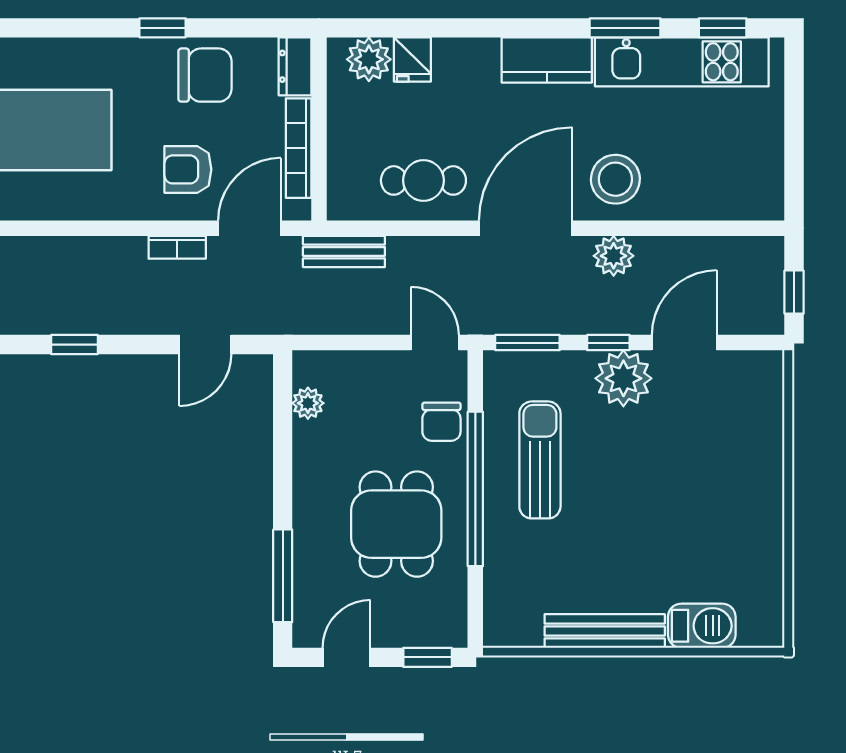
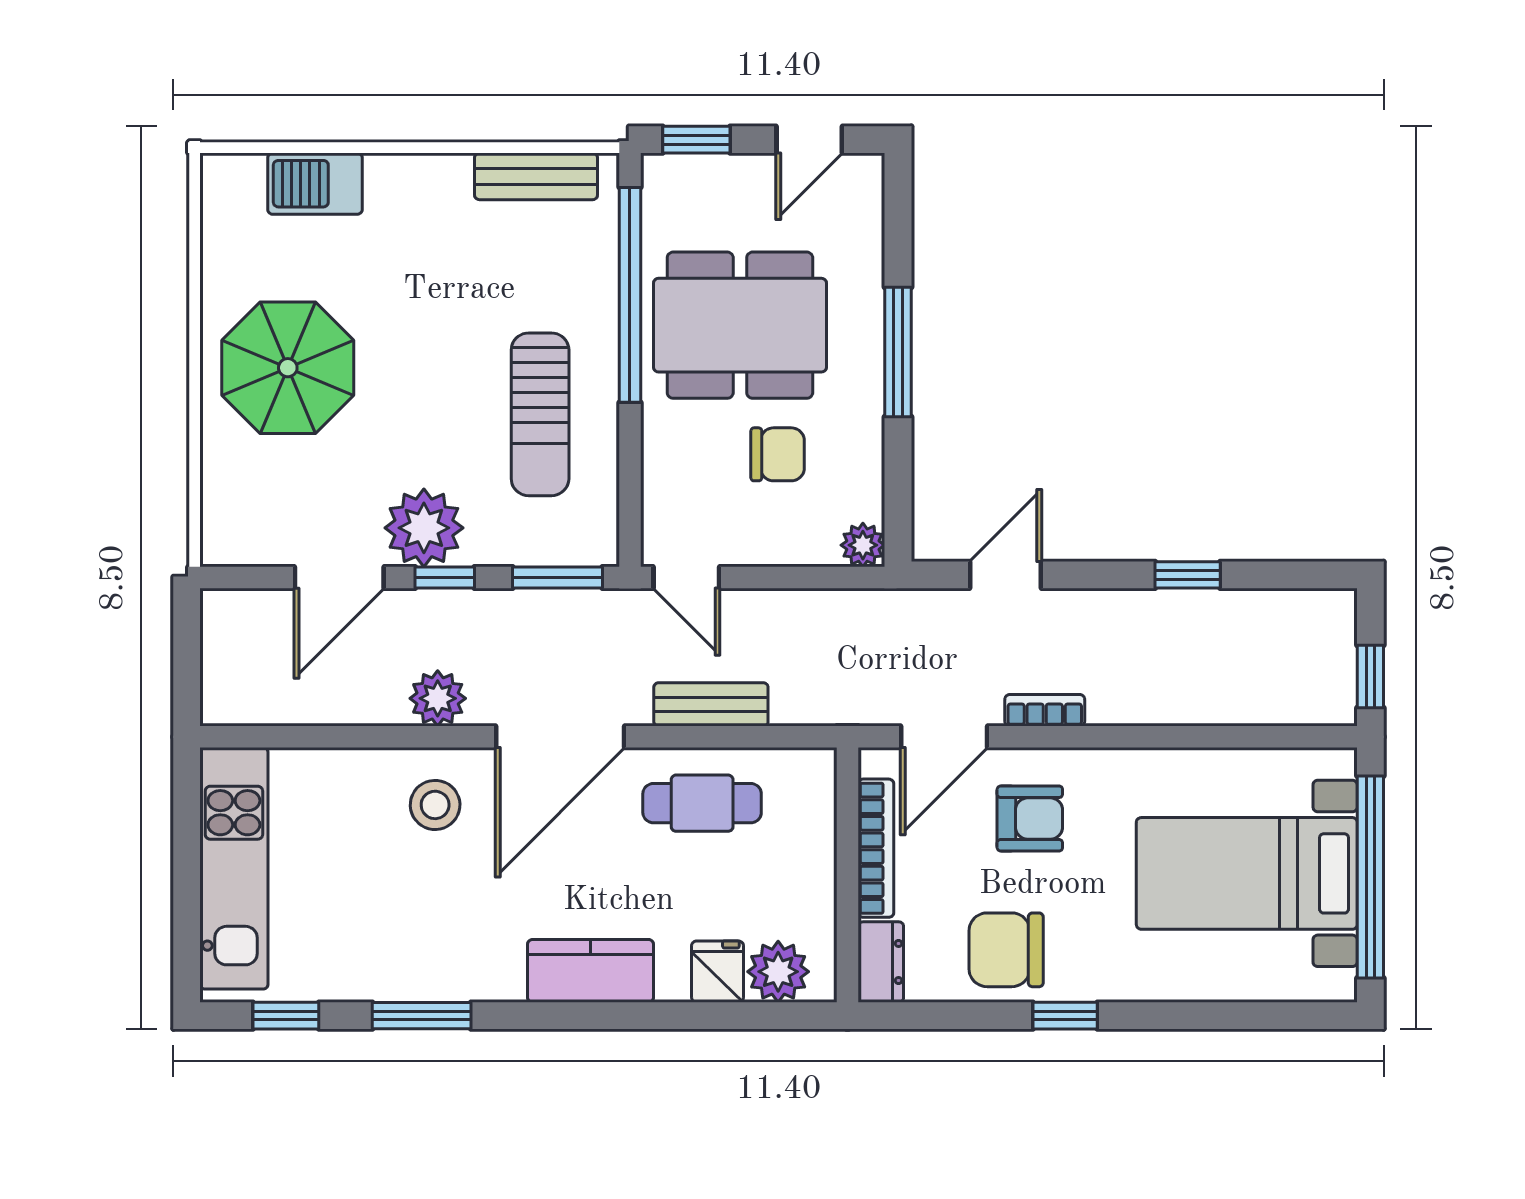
kitchen counter: (547, 60) -> (591, 971), moved
kitchen unit: (682, 62) -> (234, 868), moved, turned 90
stool: (615, 179) -> (435, 805), width x0.73, depth x0.73
bench: (344, 251) -> (711, 704), moved
window: (794, 292) -> (187, 648), removed
plant: (308, 403) -> (863, 545), moved
chair: (441, 422) -> (778, 454), moved, turned 90
window: (475, 489) -> (630, 295), moved
parasol: (721, 493) -> (288, 368), added
dining table: (396, 524) -> (740, 325), width x1.38
window: (283, 576) -> (898, 352), moved
bench: (605, 631) -> (536, 176), moved, width x0.73

